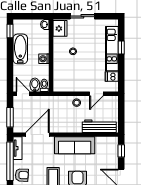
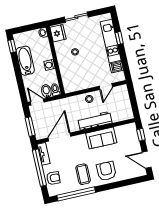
workbench: (99, 126) -> (95, 121), moved
sofa: (75, 145) -> (101, 138), width x0.73

